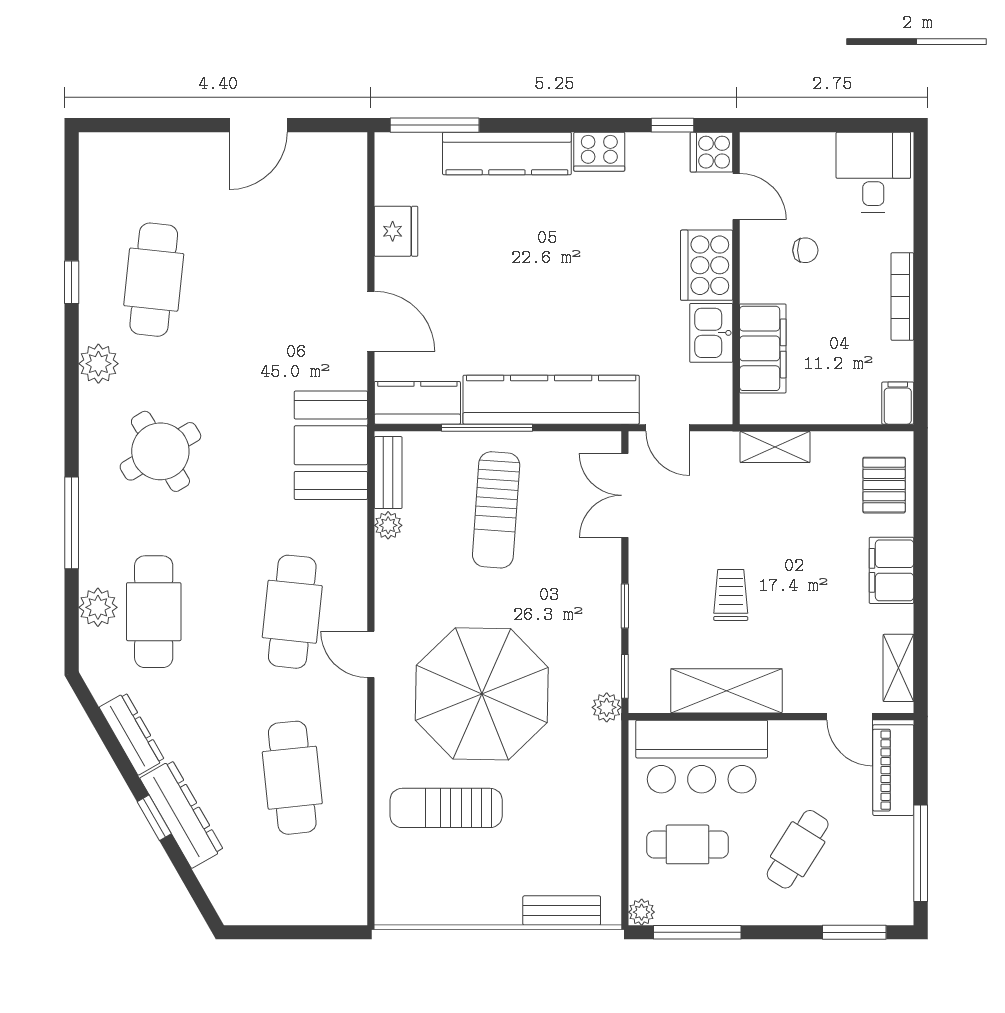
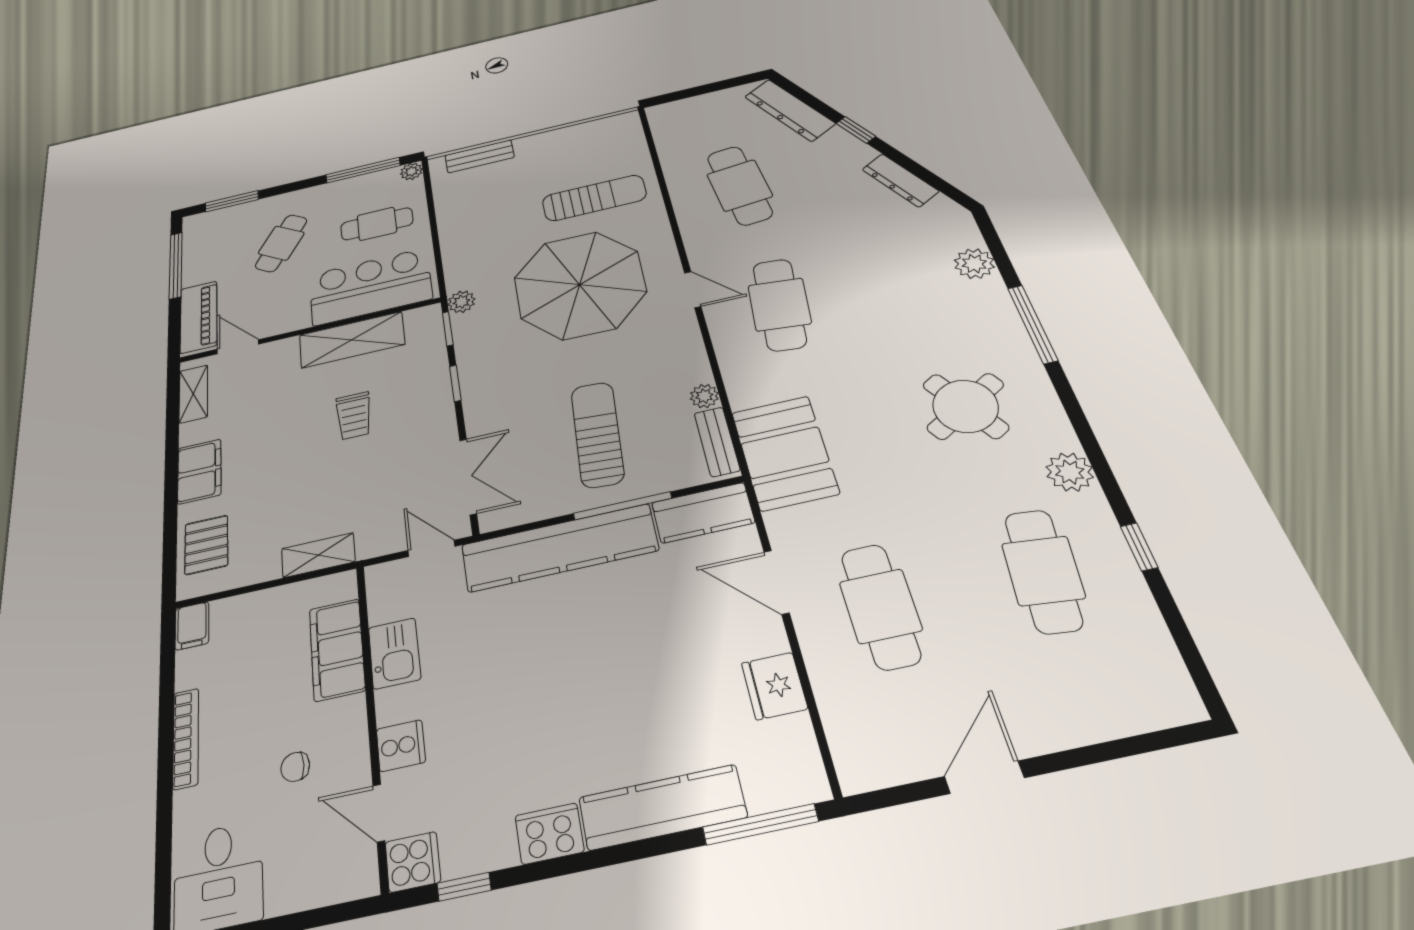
cooker: (707, 265) -> (401, 746), width x0.53, depth x0.76
cafe table: (154, 612) -> (880, 606), moved
dresser: (182, 814) -> (790, 110), moved

